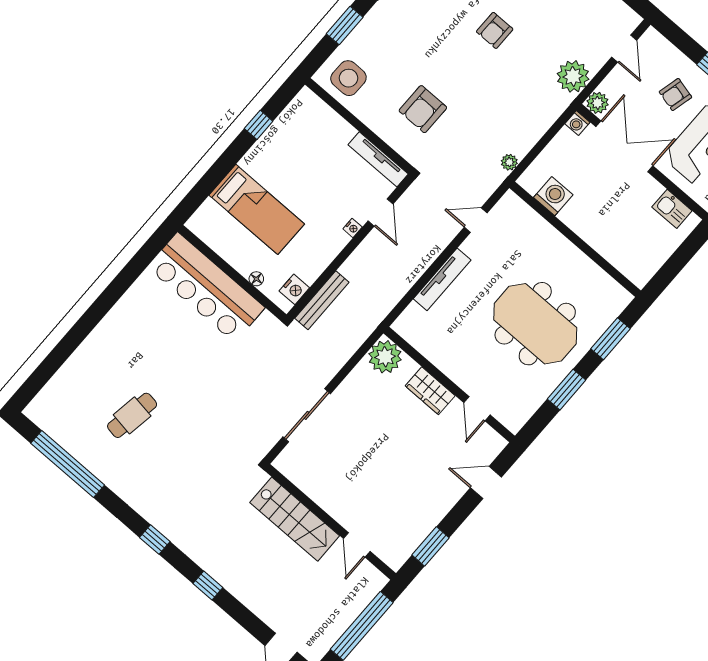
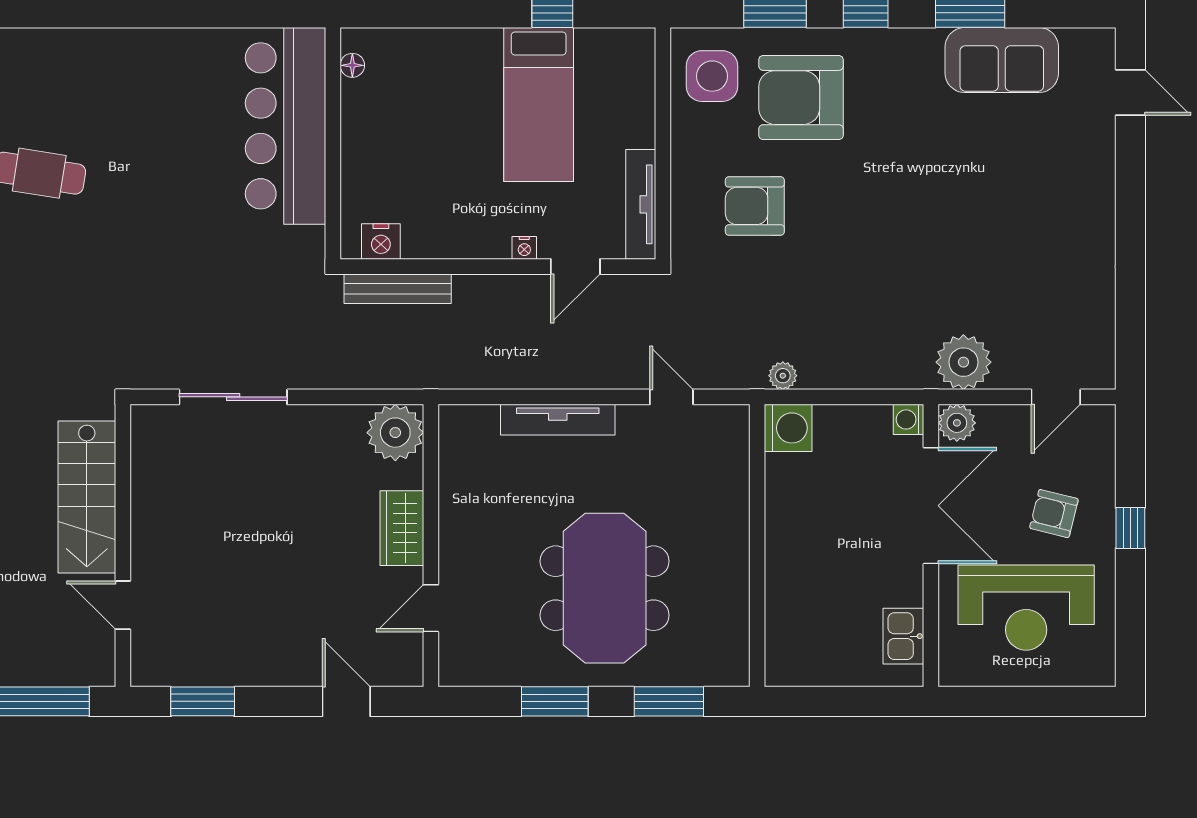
armchair: (495, 30) -> (801, 98), moved, width x1.88, depth x1.88
washing machine: (553, 196) -> (788, 428), moved
bed: (257, 209) -> (539, 104), moved
floor lamp: (256, 279) -> (352, 65), moved
door: (357, 545) -> (123, 605), hinge flipped

